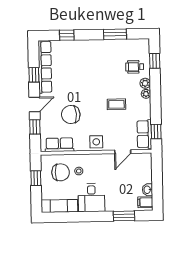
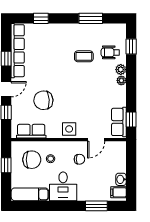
coffee table: (116, 104) -> (84, 56), moved
chair: (107, 171) -> (79, 159), added

